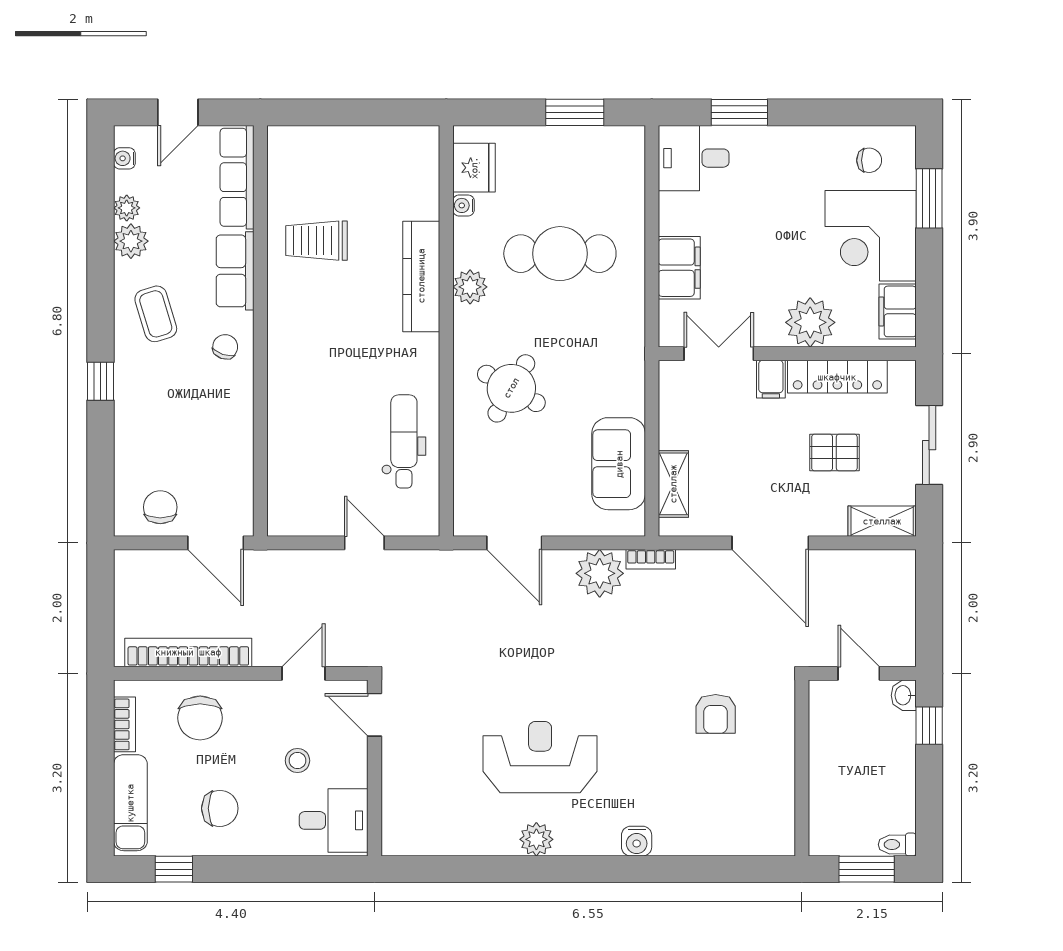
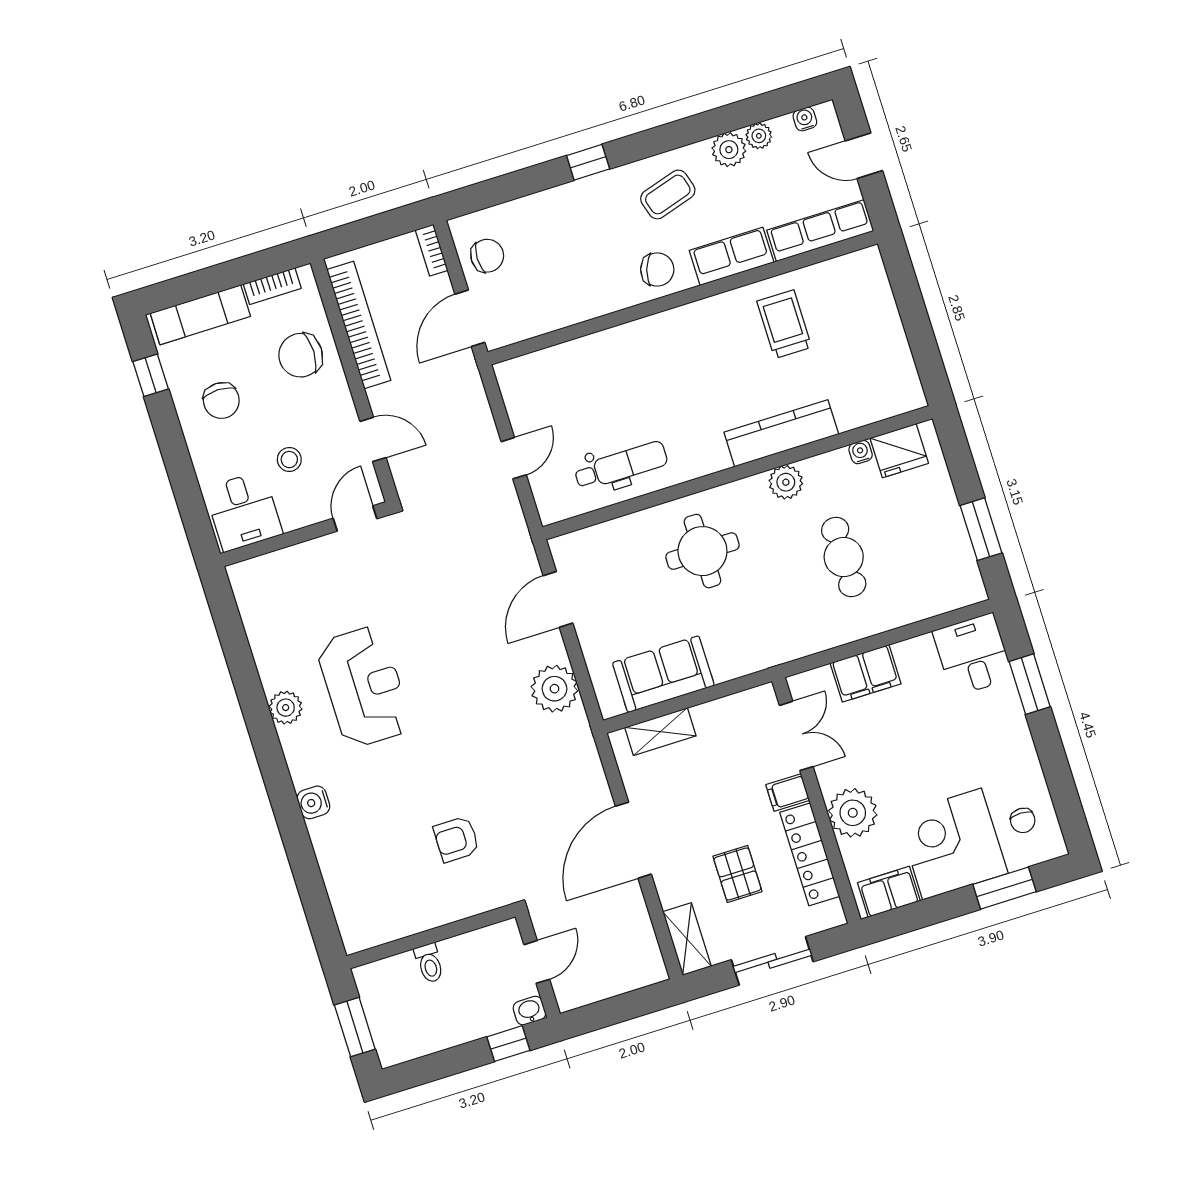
cafe table: (560, 254) -> (844, 557), width x0.73, depth x0.74
chair: (225, 347) -> (657, 269), width x1.37, depth x1.37
round table: (511, 388) -> (702, 551), turned -30
bookcase: (651, 559) -> (432, 250), moved
toilet: (897, 845) -> (429, 963), moved, turned 180

